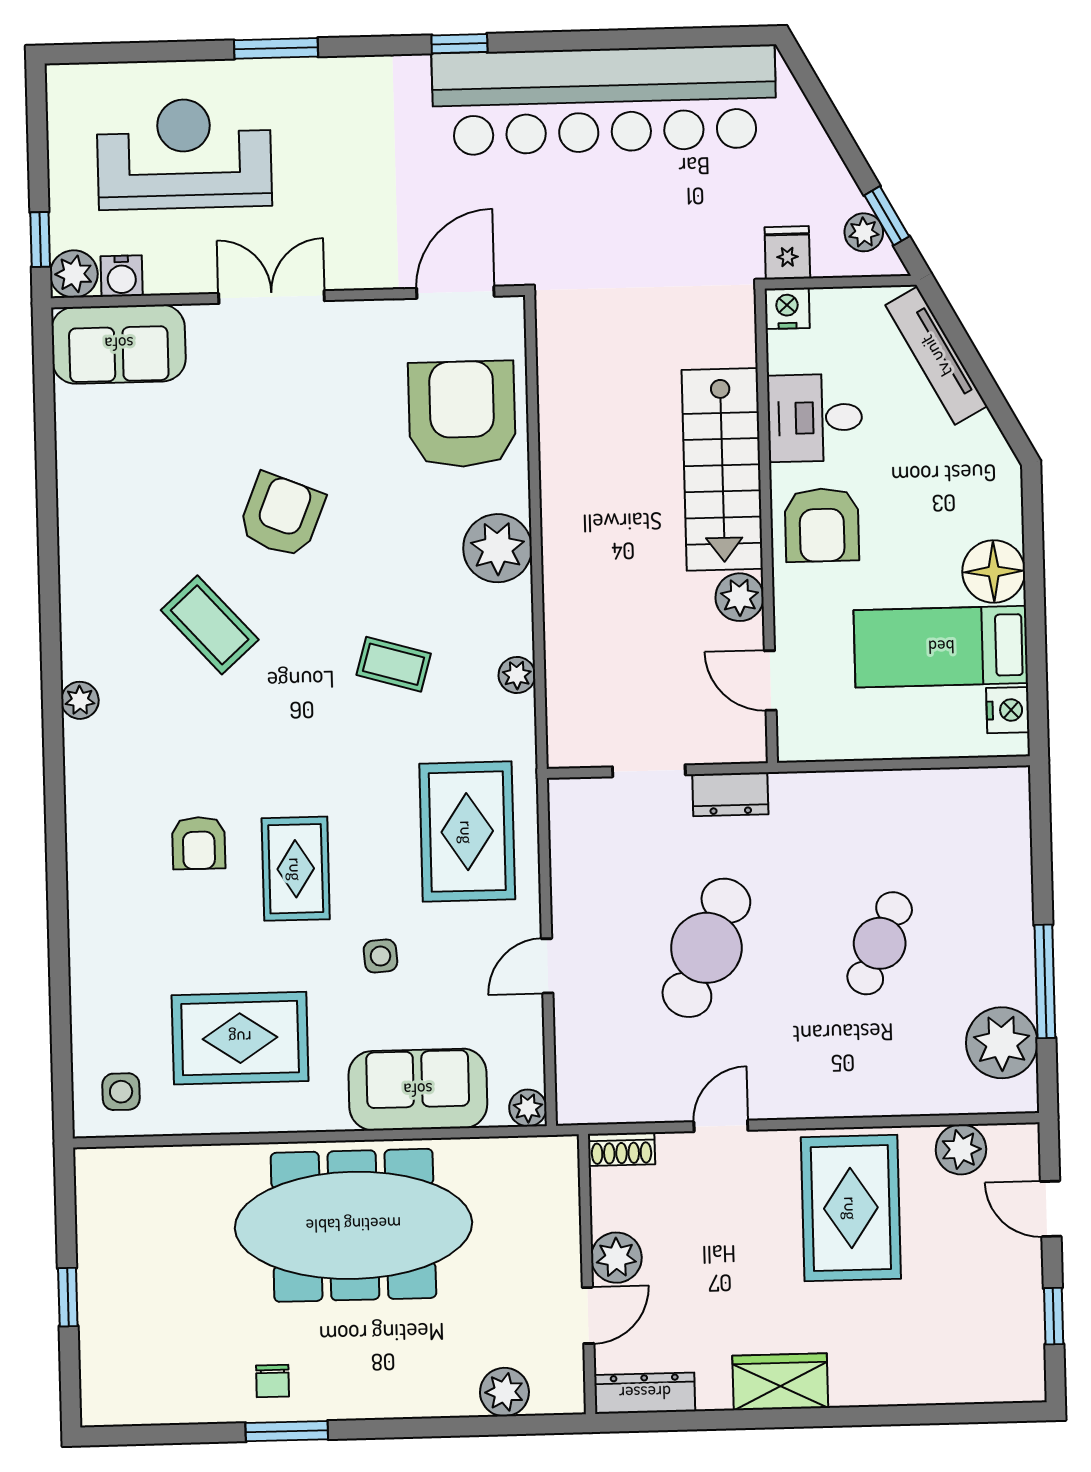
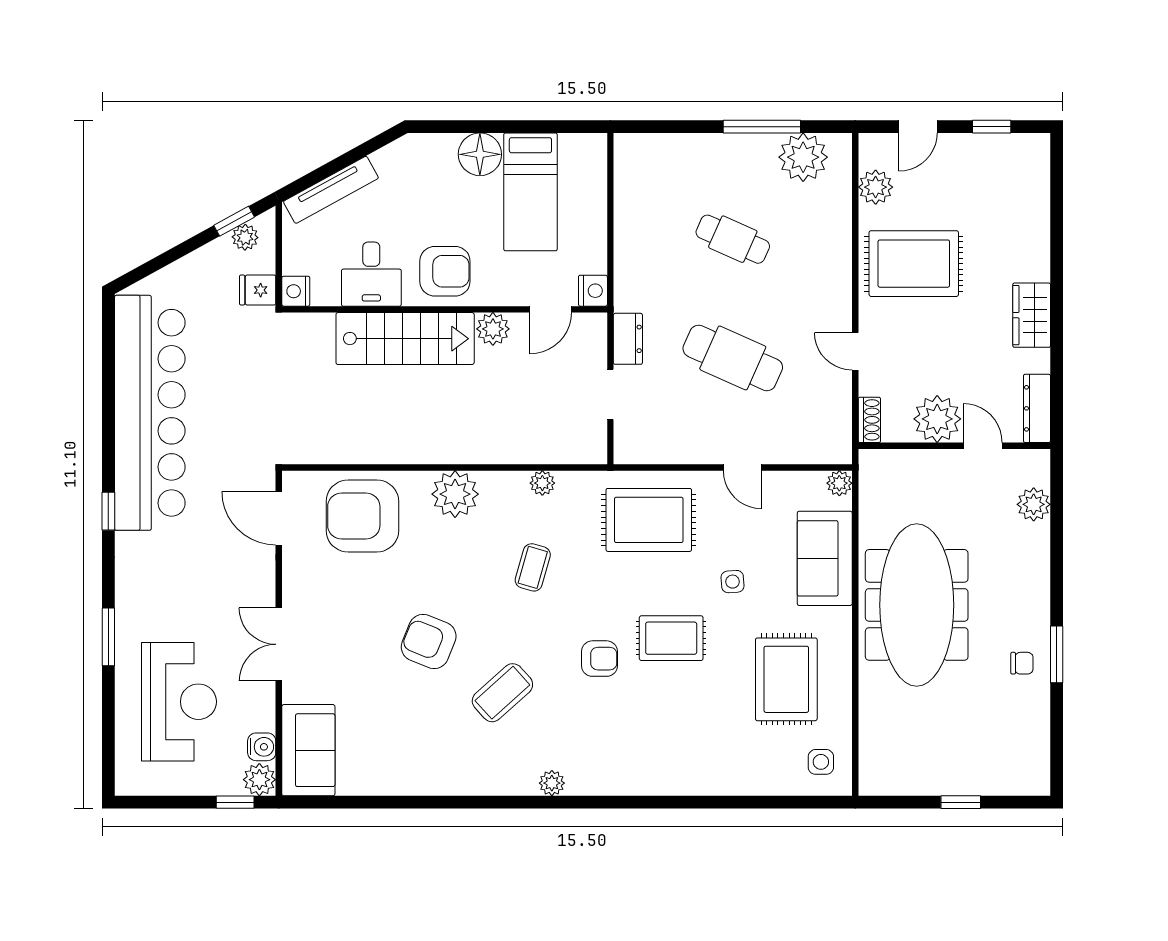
reception desk: (184, 154) -> (179, 702), turned 180
nightstand: (1008, 710) -> (593, 291), moved, turned 90
armchair: (199, 843) -> (599, 659), moved
plant: (616, 1258) -> (937, 419), width x1.36, depth x1.36

